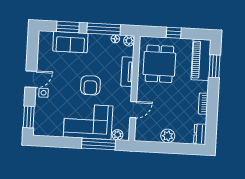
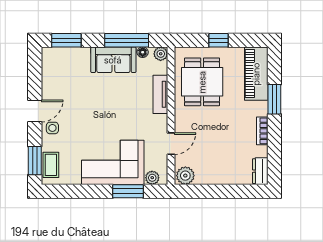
window: (68, 27) -> (66, 40), moved
sofa: (70, 42) -> (113, 60), moved
window: (215, 66) -> (274, 99), moved
armchair: (90, 85) -> (113, 115), removed
coffee table: (41, 121) -> (51, 165), added
plant: (168, 136) -> (185, 176), moved
window: (99, 144) -> (128, 191), width x0.69

